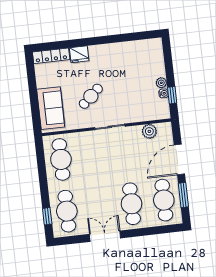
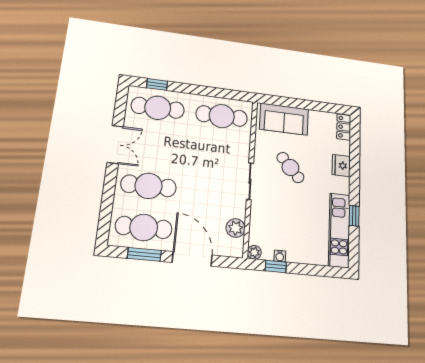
window: (119, 38) -> (354, 216), added
kitchen unit: (133, 49) -> (339, 230), added
locker: (51, 56) -> (344, 127), width x0.66
plant: (161, 83) -> (254, 252), moved

